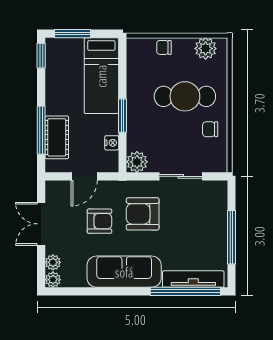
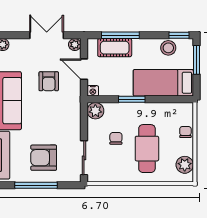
stool: (57, 69) -> (168, 48), added
chair: (210, 129) -> (116, 138), moved
nightstand: (112, 143) -> (93, 91), moved
sliding door: (181, 176) -> (84, 158), moved
armchair: (143, 214) -> (44, 158), moved, turned -90
plant: (53, 262) -> (75, 45), moved

